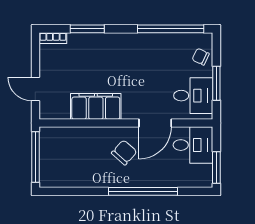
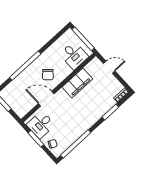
door: (155, 123) -> (46, 99), hinge flipped
desk: (193, 145) -> (74, 55), moved, turned -90

